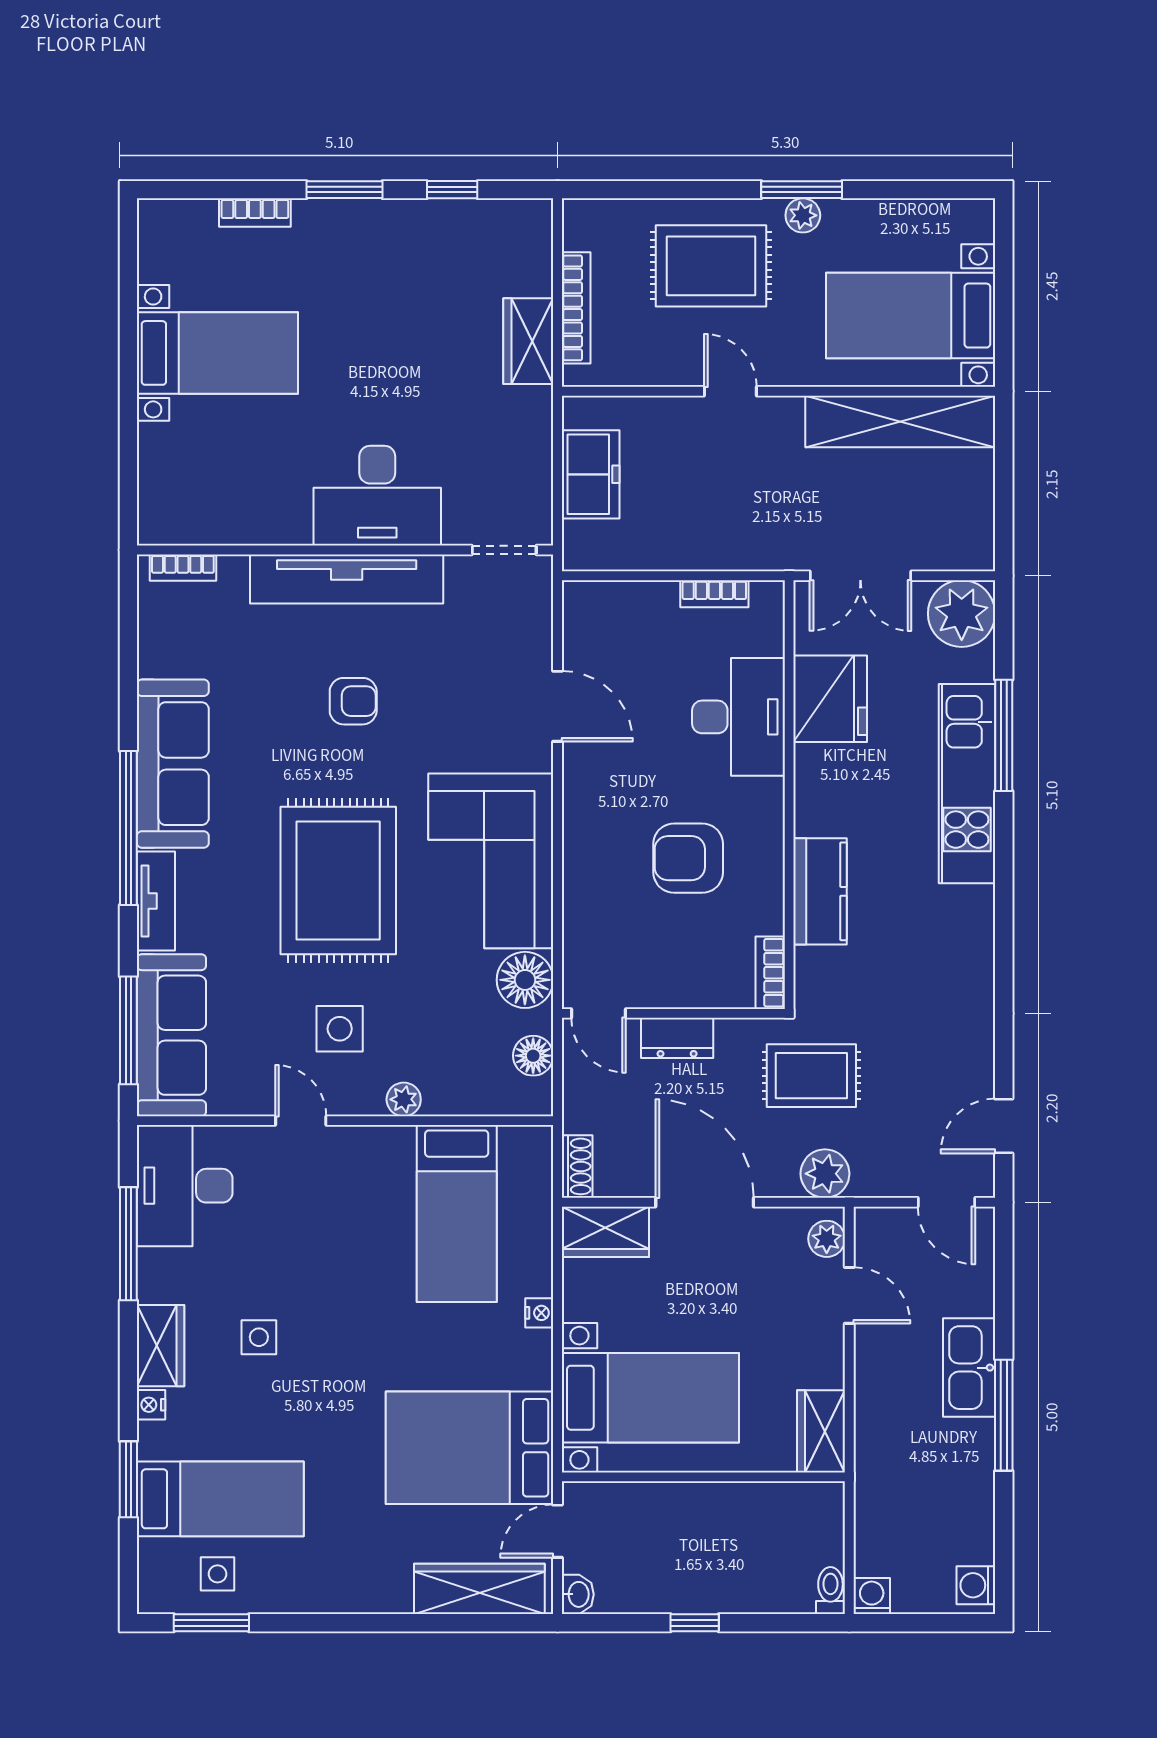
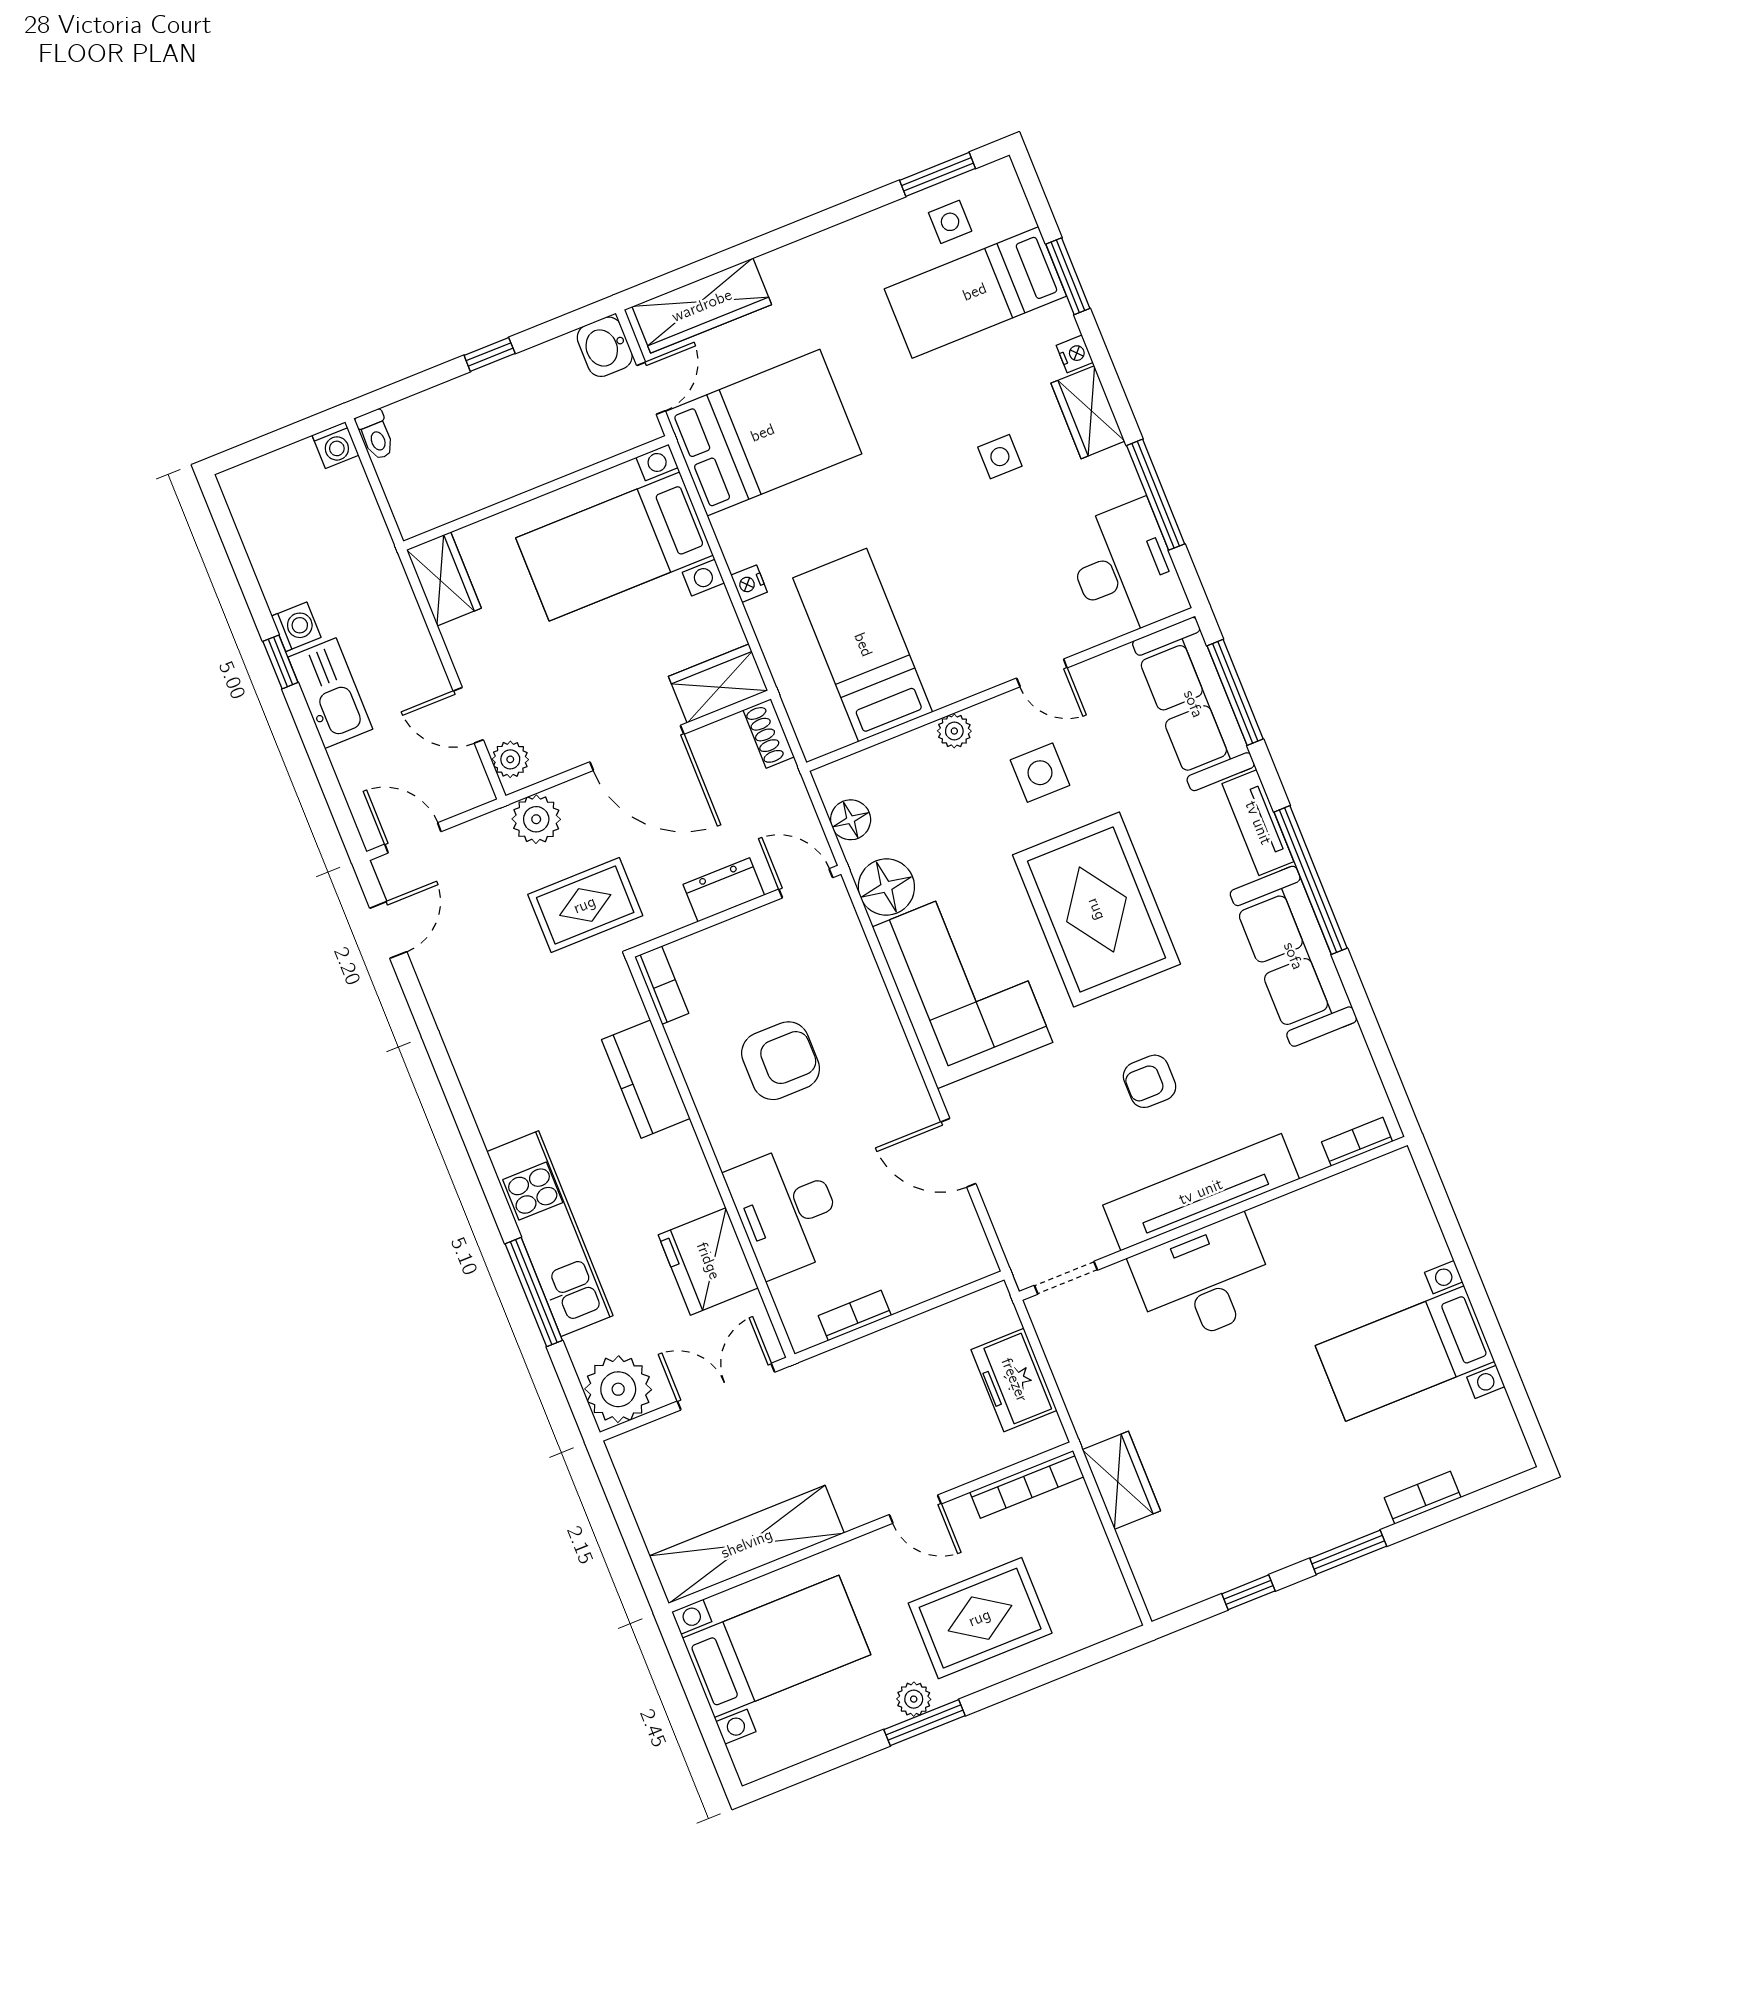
bookcase: (576, 308) -> (1027, 1484), moved, turned -90
window: (1004, 1415) -> (280, 662), width x0.46
washing machine: (976, 1585) -> (296, 627), moved
washbasin: (578, 1594) -> (605, 347), width x1.38, depth x1.45

